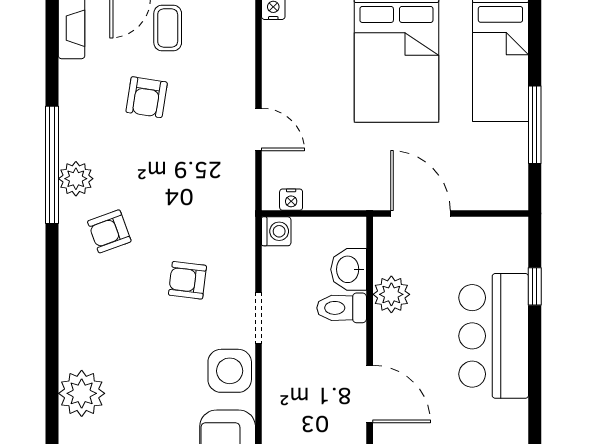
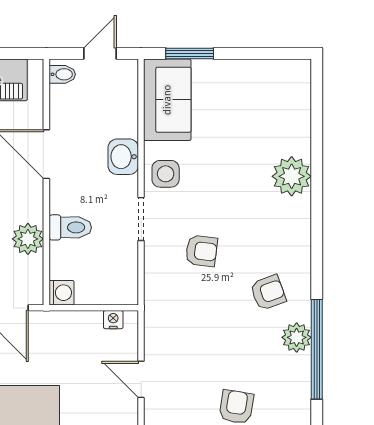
washing machine: (276, 231) -> (61, 293), moved, turned 180
washbasin: (349, 269) -> (123, 157), moved, turned 180
side table: (230, 371) -> (166, 174), width x0.73, depth x0.73
plant: (82, 393) -> (292, 176), moved

